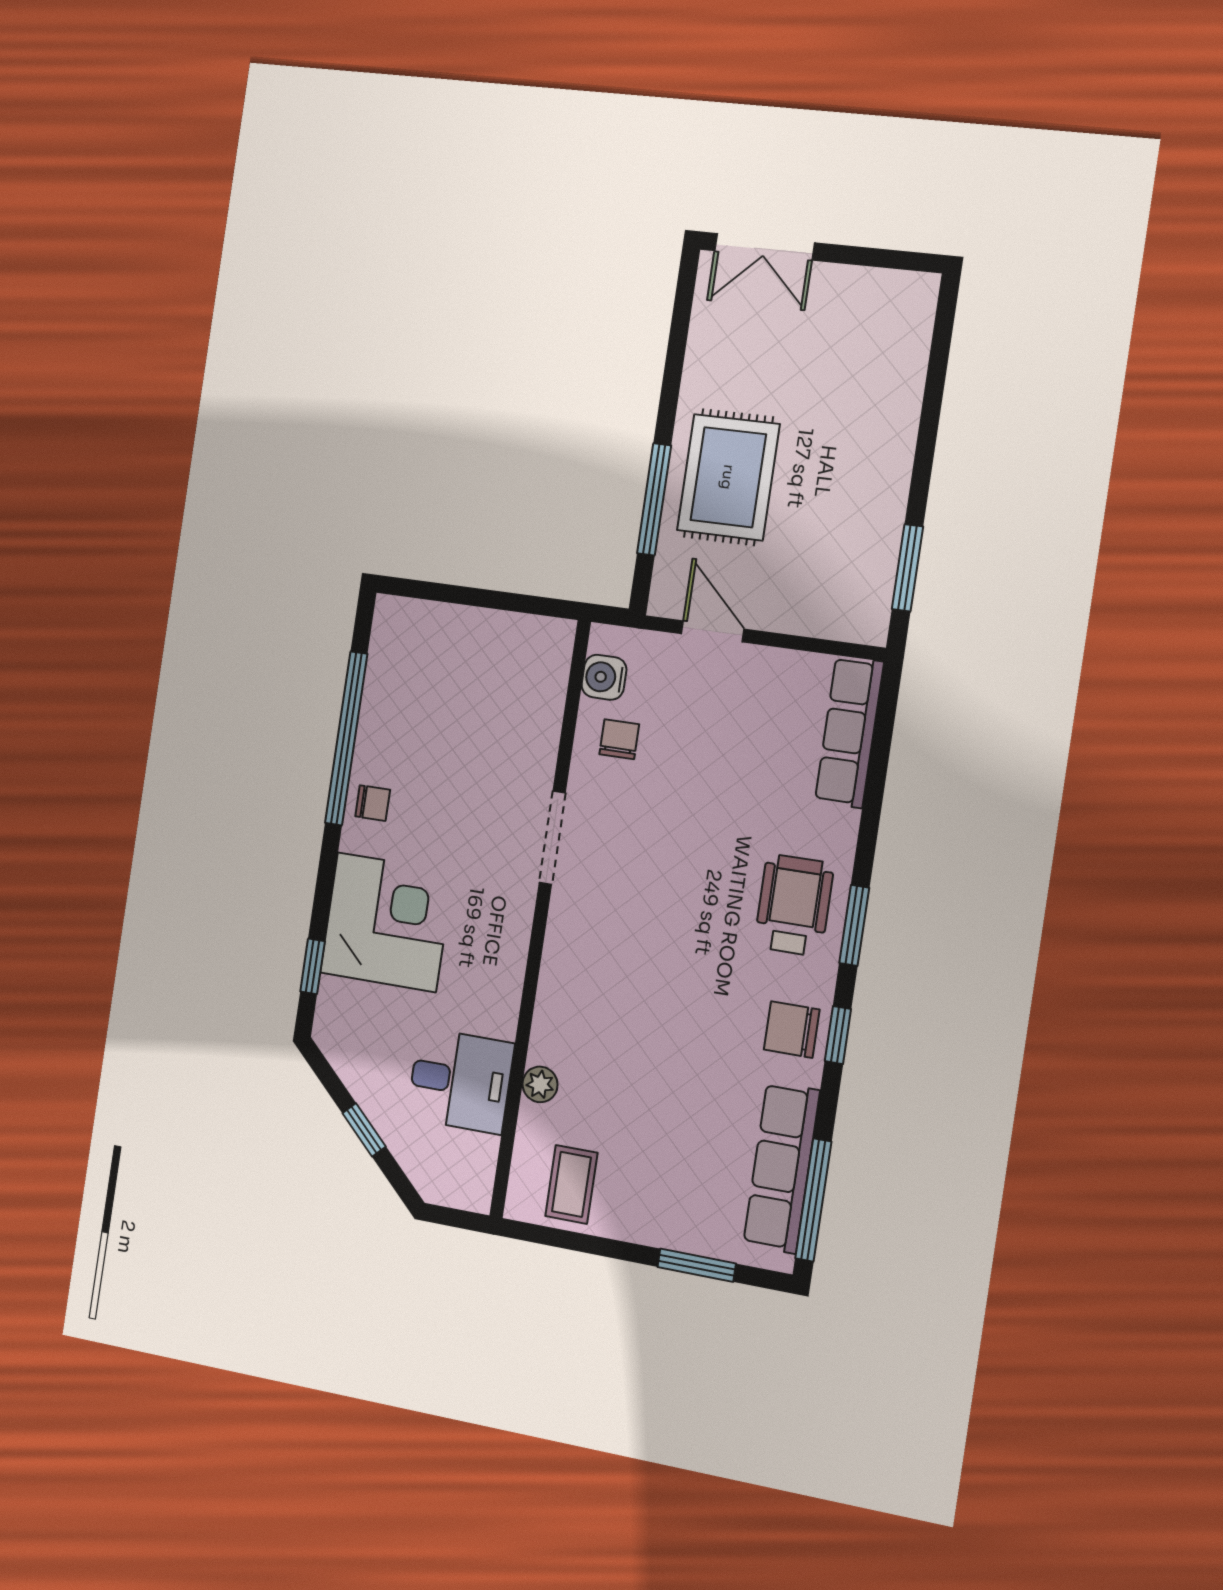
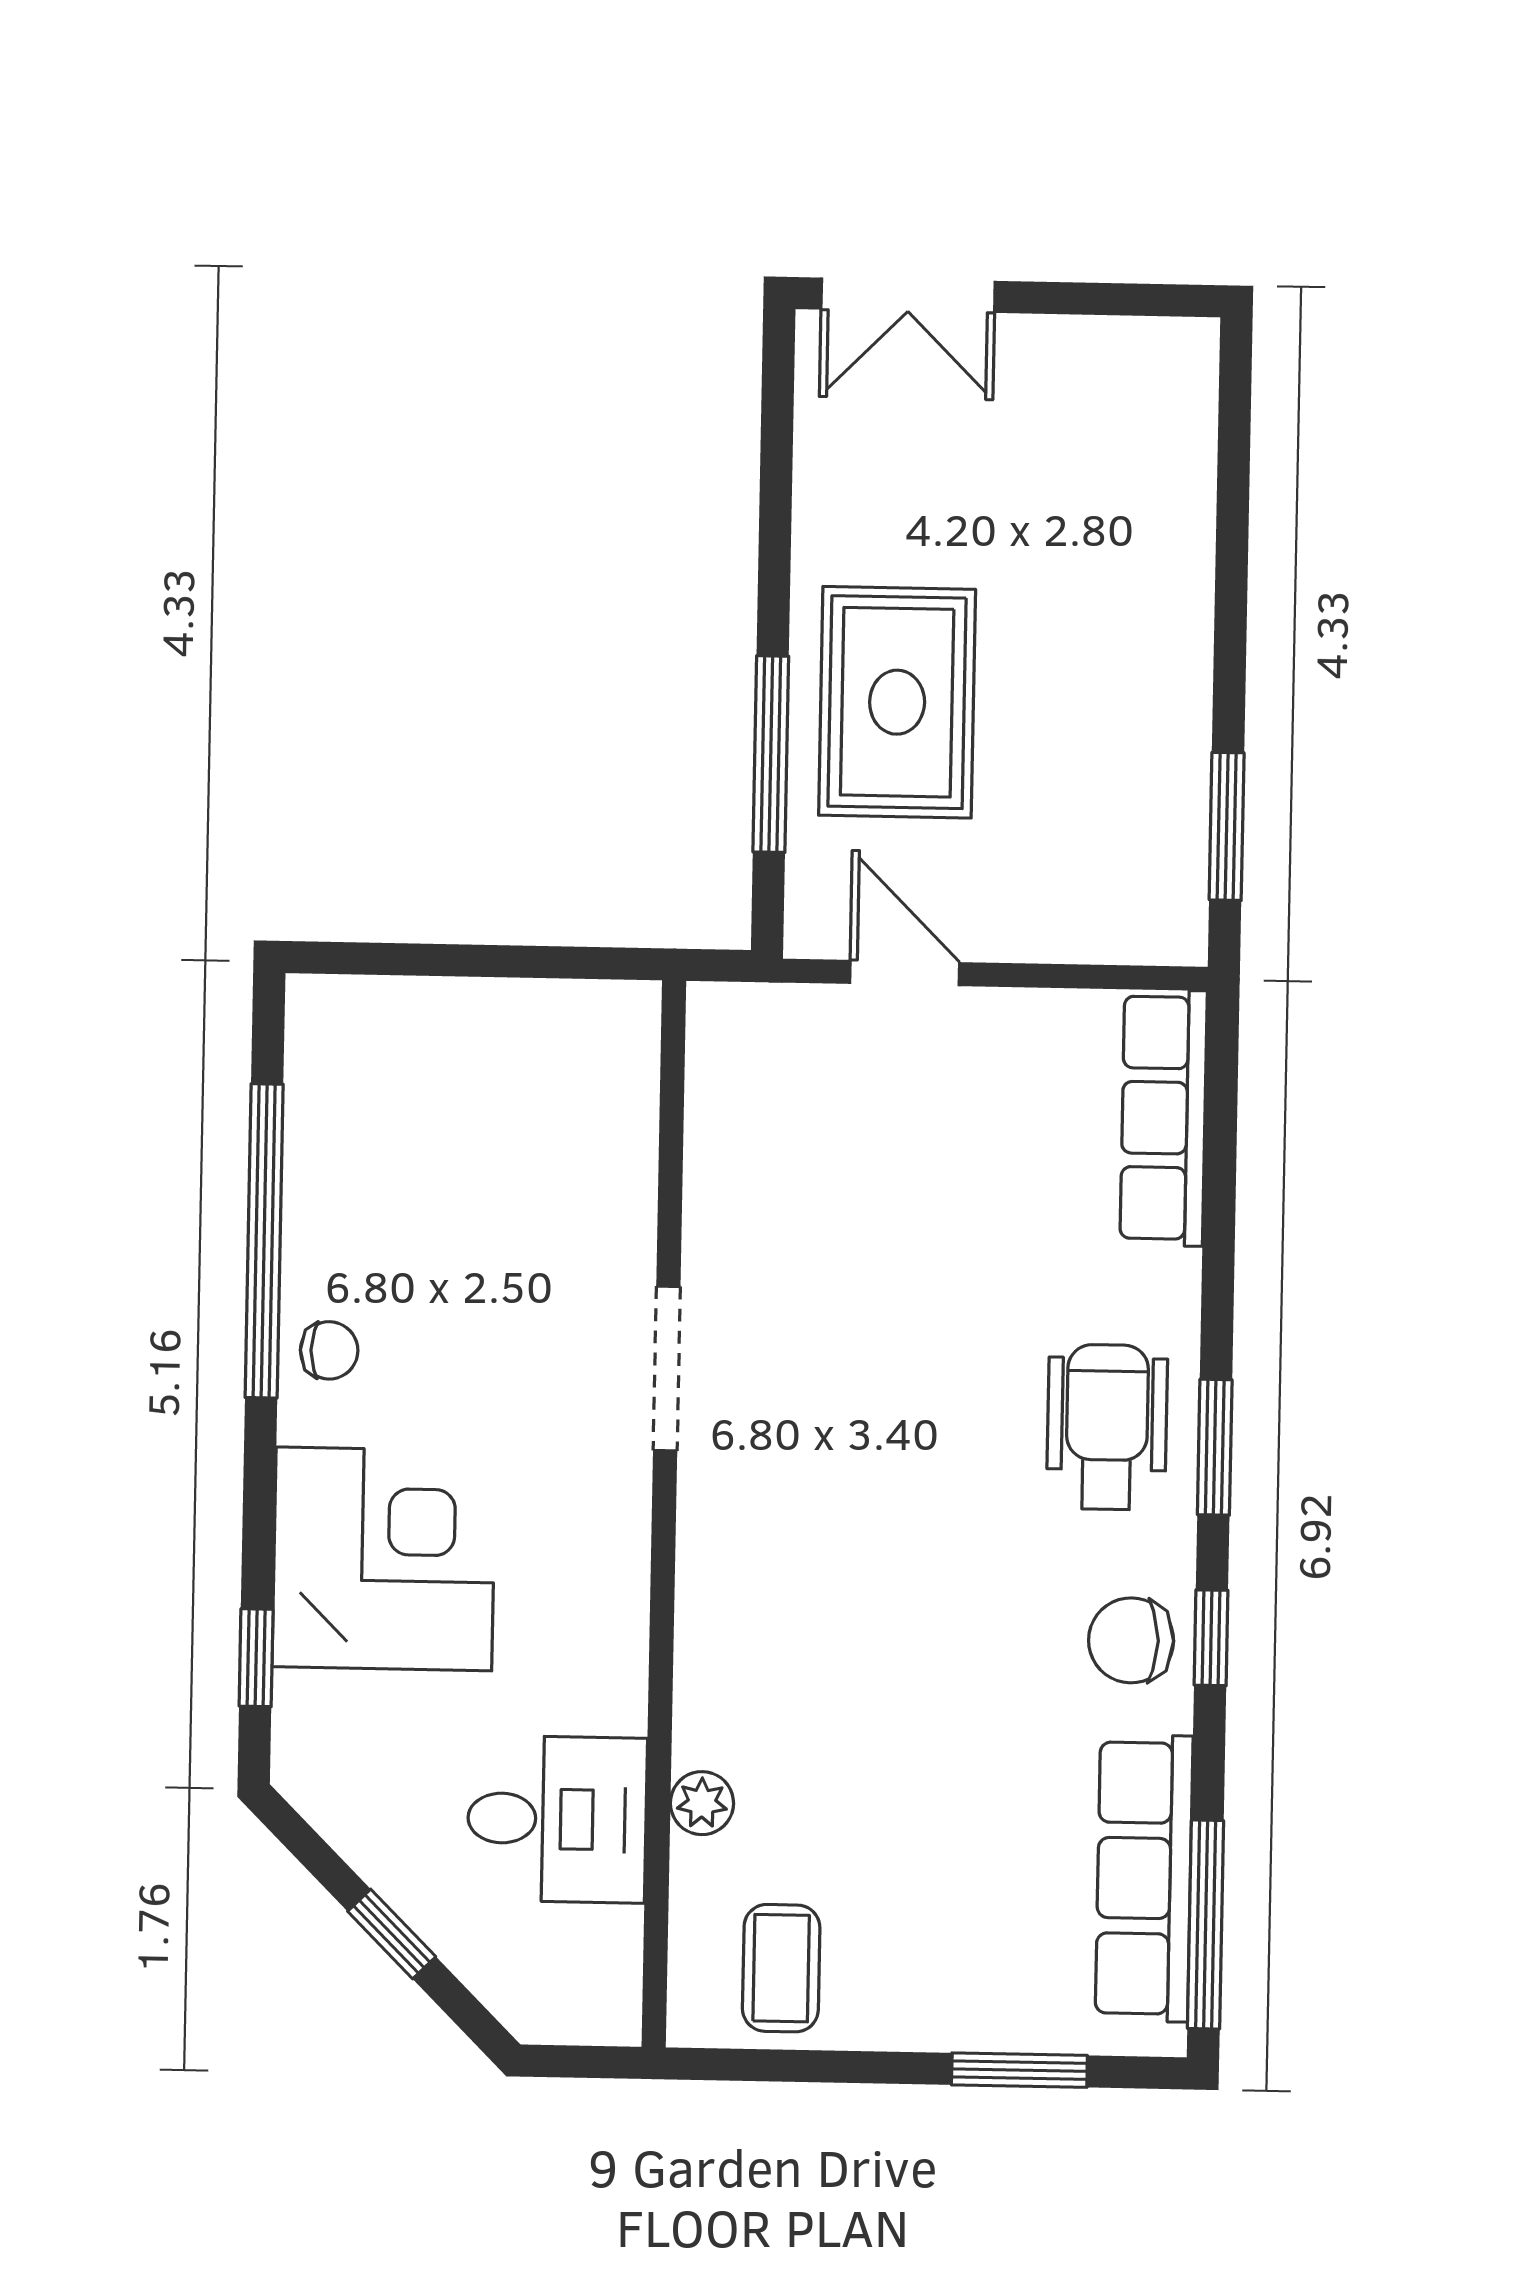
water cooler: (604, 677) -> (722, 1075), removed
chair: (619, 739) -> (764, 1181), removed

